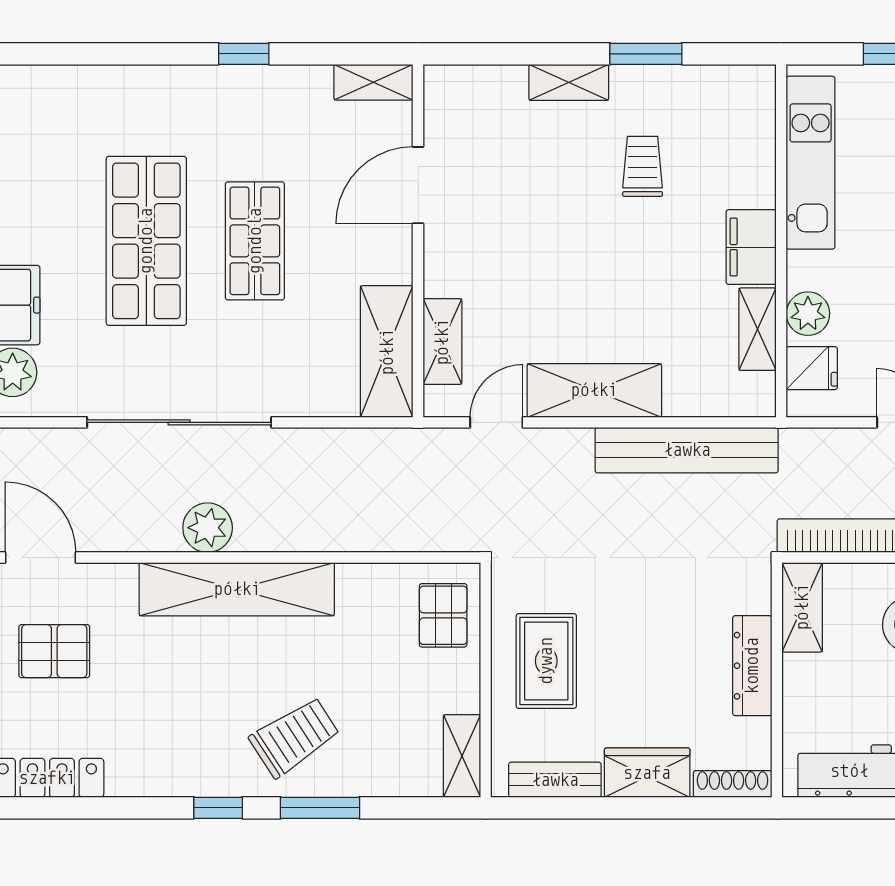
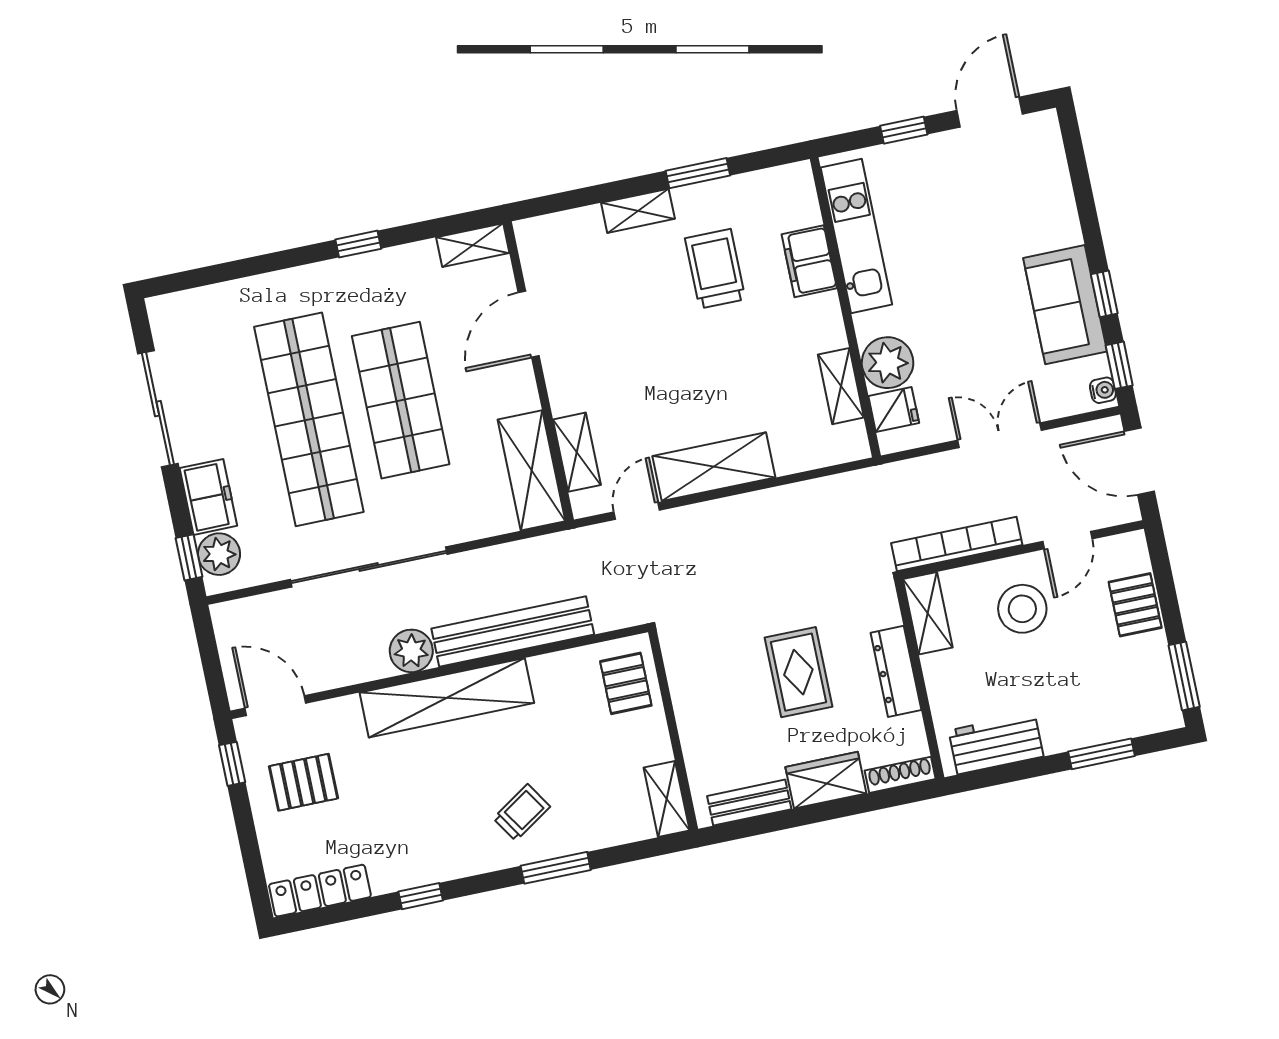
trolley: (643, 166) -> (715, 269), width x1.36, depth x1.39
shop shelf: (146, 241) -> (309, 419), width x1.40
shop shelf: (255, 241) -> (401, 400), width x1.43, depth x1.36
filing cabinet: (751, 247) -> (809, 261), moved
plant: (808, 314) -> (888, 363), width x1.36, depth x1.36
bench: (687, 450) -> (513, 631), moved
rug: (546, 661) -> (798, 672), moved
trolley: (295, 737) -> (522, 812), width x0.73, depth x0.72
window: (218, 808) -> (421, 896), moved

